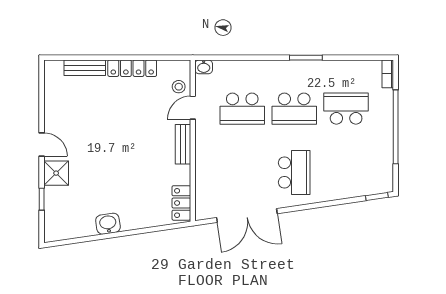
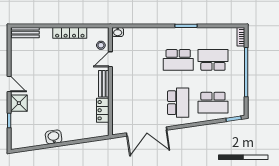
bench: (85, 68) -> (25, 33), moved
school desk: (242, 109) -> (213, 103), moved
locker: (181, 203) -> (103, 110), moved

